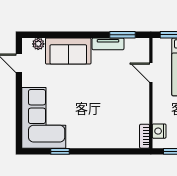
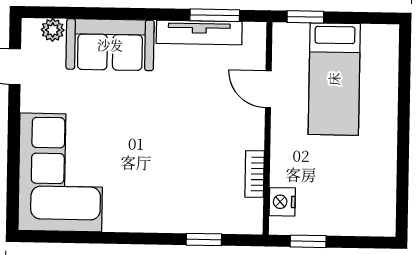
tv unit: (108, 44) -> (199, 33), width x1.41
bookcase: (145, 136) -> (255, 174), moved
window: (60, 151) -> (204, 239), moved

